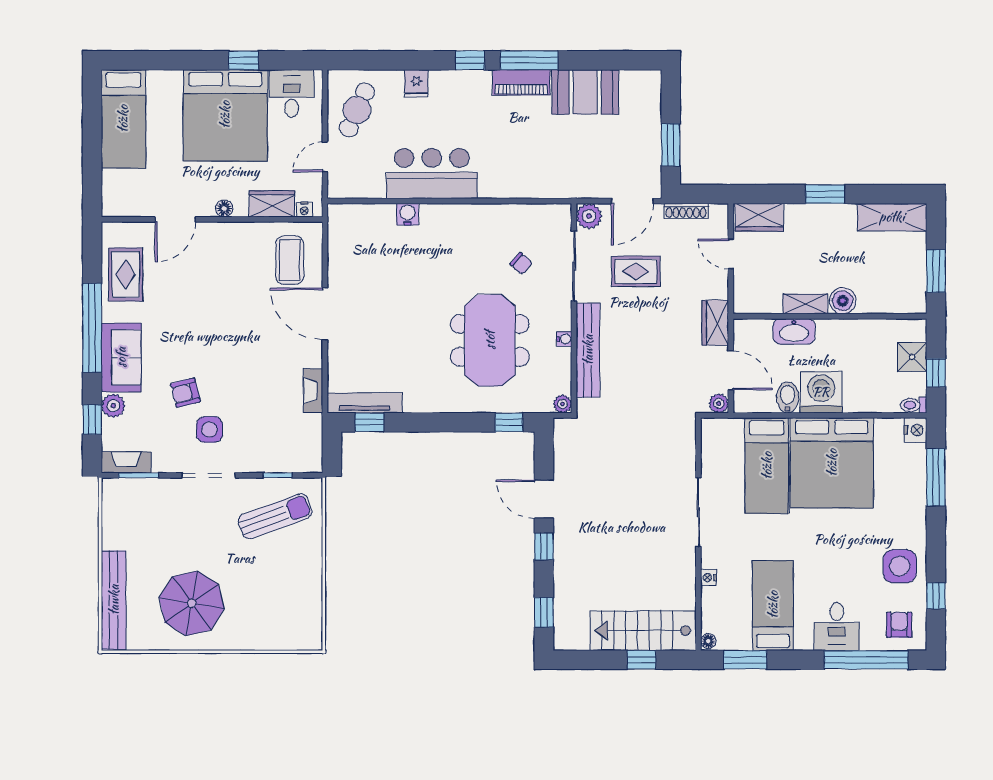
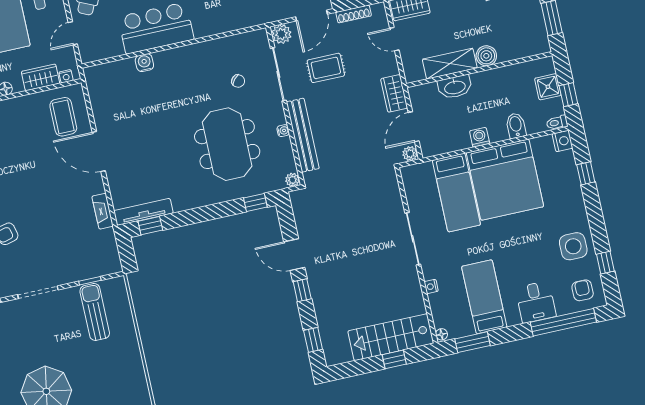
shelving: (805, 304) -> (450, 64), width x1.50, depth x1.33
door: (731, 370) -> (414, 127), swing flipped
washing machine: (821, 392) -> (480, 137), width x0.53, depth x0.53
bidet: (788, 397) -> (516, 126), moved
side table: (209, 430) -> (31, 258), removed
window: (936, 477) -> (586, 173), width x0.46
sun lounger: (275, 516) -> (95, 312), turned -70

